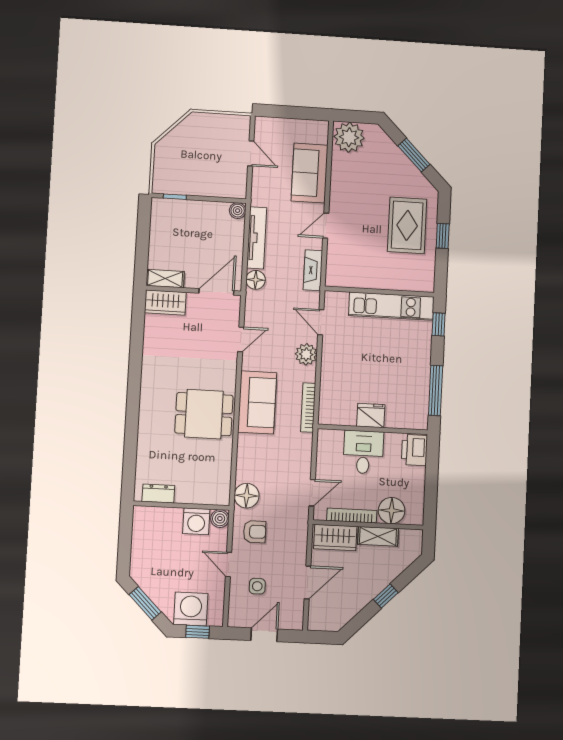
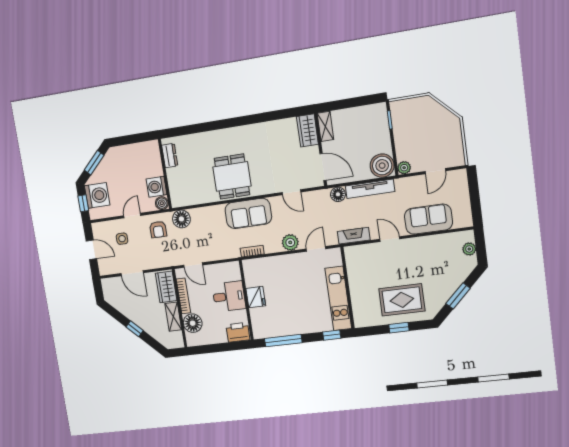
plant: (349, 137) -> (469, 249), width x0.53, depth x0.53
plant: (239, 190) -> (404, 168), added
boiler: (238, 211) -> (382, 166), width x1.86, depth x1.86
bookcase: (308, 408) -> (252, 251), width x0.64

